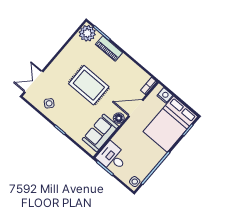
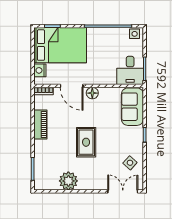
plant: (87, 33) -> (68, 181), moved
piano: (109, 48) -> (40, 124), moved
double door: (34, 82) -> (123, 191), swing flipped
rug: (89, 85) -> (86, 142), width x0.73, depth x0.70
sofa: (100, 133) -> (132, 107), moved, turned 90

